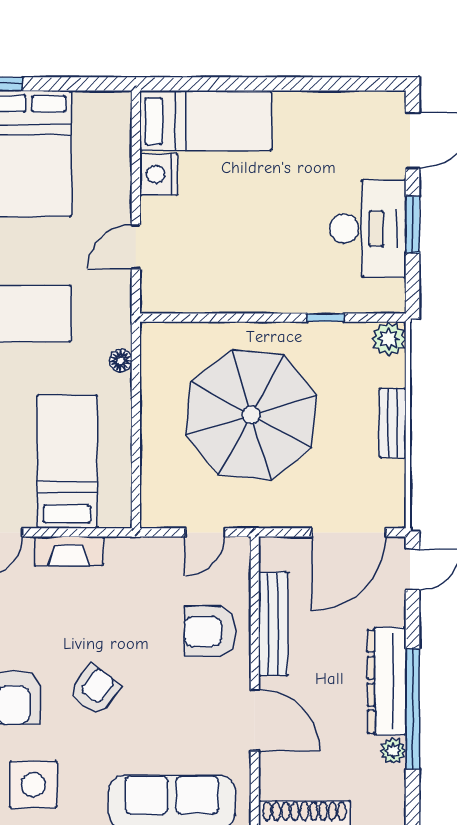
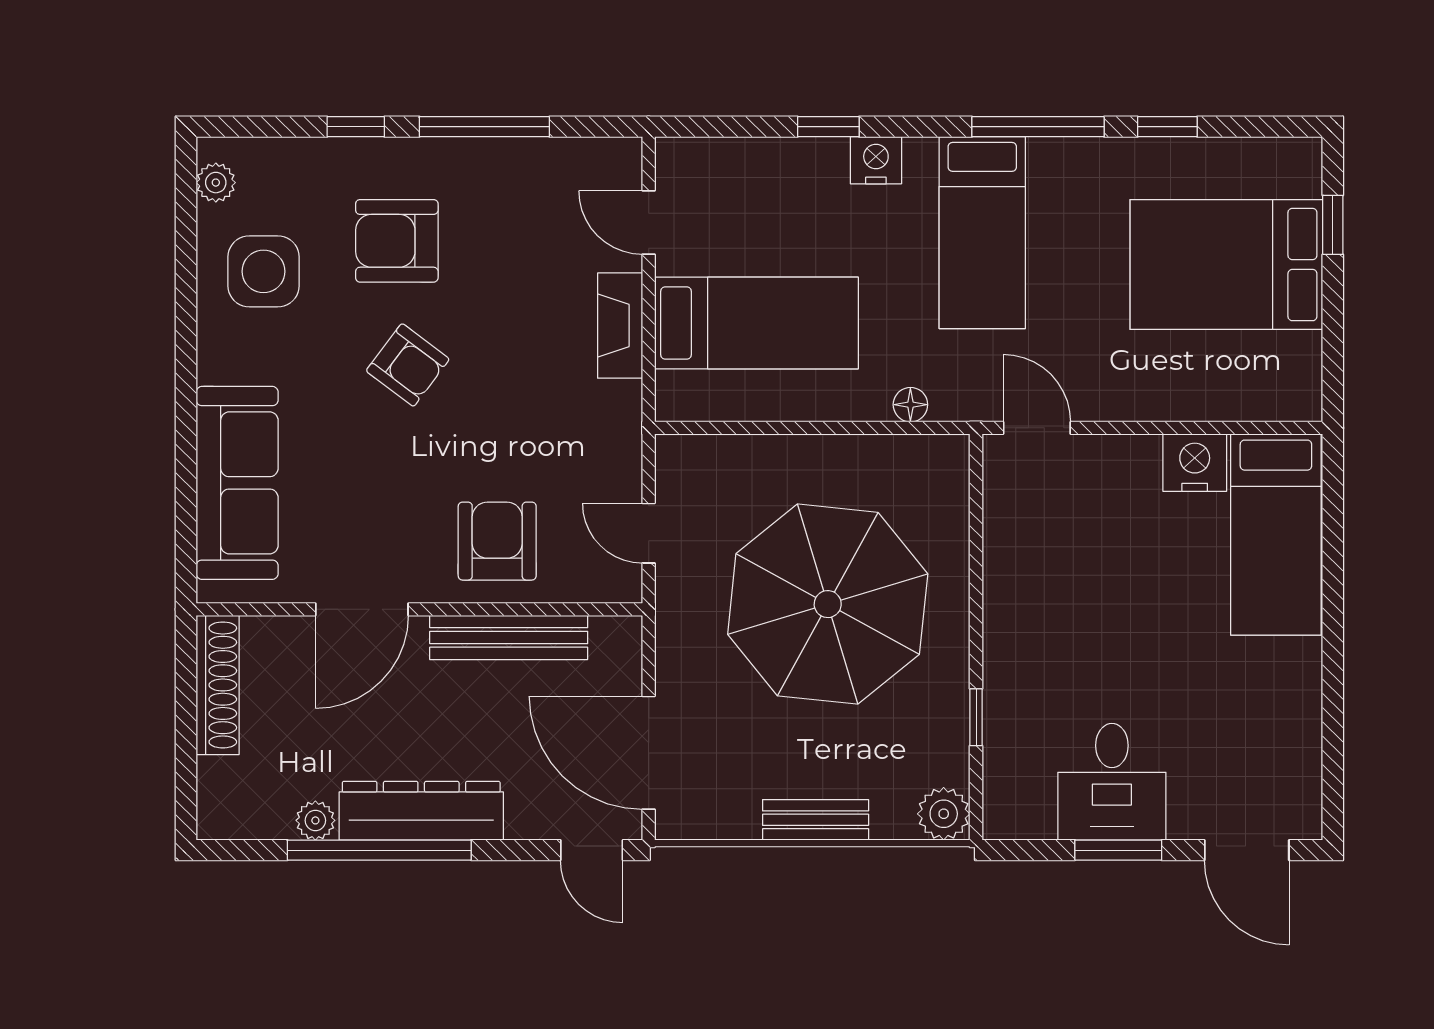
desk: (368, 229) -> (1112, 782), width x0.73
door: (136, 247) -> (1037, 428), moved

